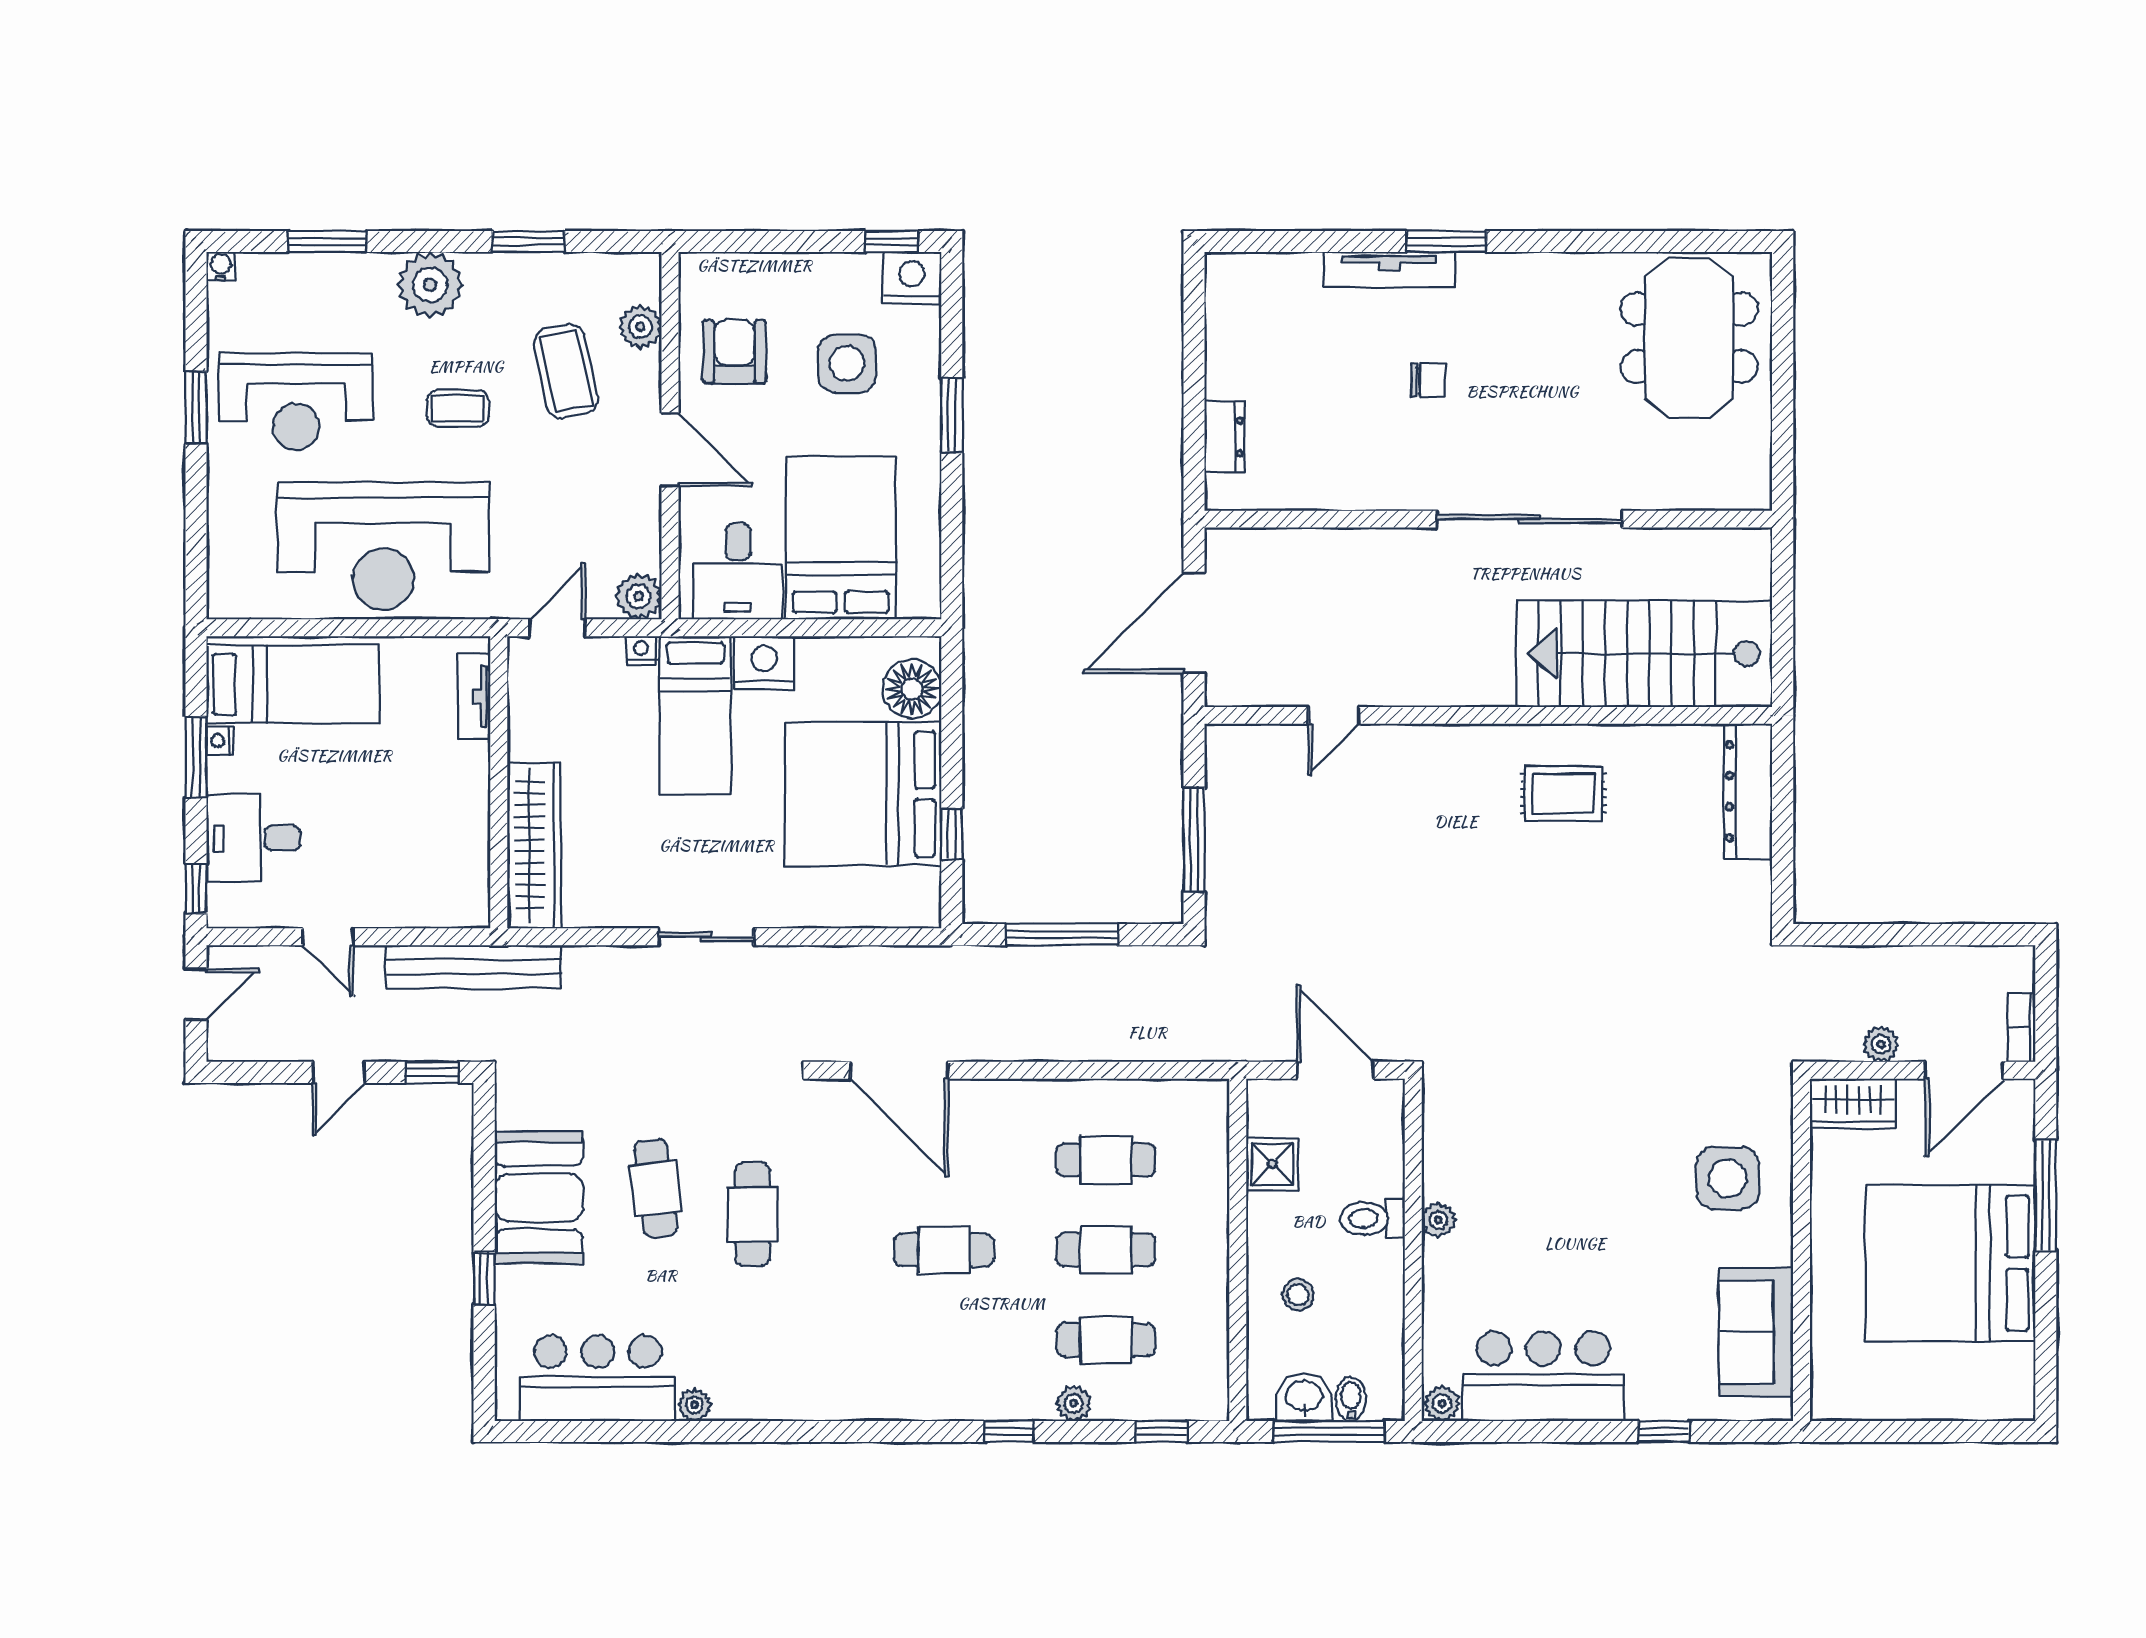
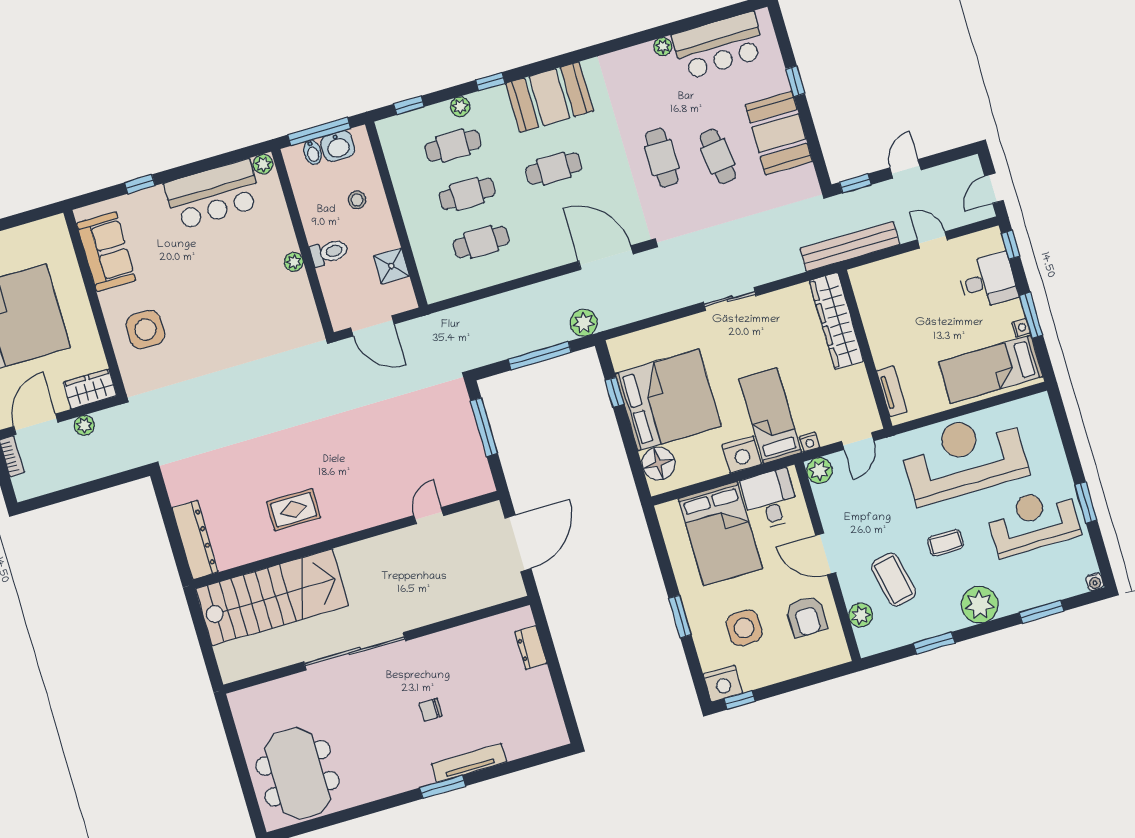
plant: (970, 969) -> (584, 323), added
booth: (915, 1375) -> (550, 97), added

